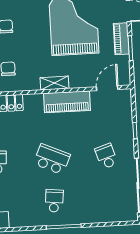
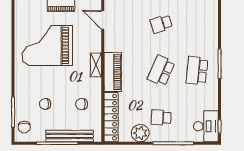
piano: (67, 102) -> (113, 72), moved
school desk: (54, 201) -> (197, 71), width x1.85

